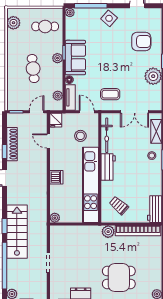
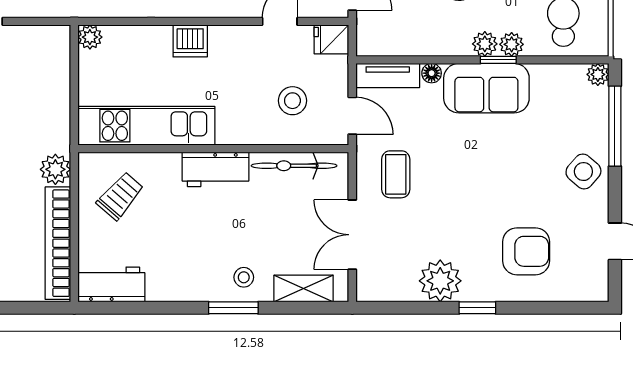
armchair: (141, 41) -> (526, 251), turned -90
plant: (58, 96) -> (512, 44), moved
door: (87, 112) -> (352, 116), hinge flipped
kitchen unit: (91, 185) -> (146, 126), width x0.73

